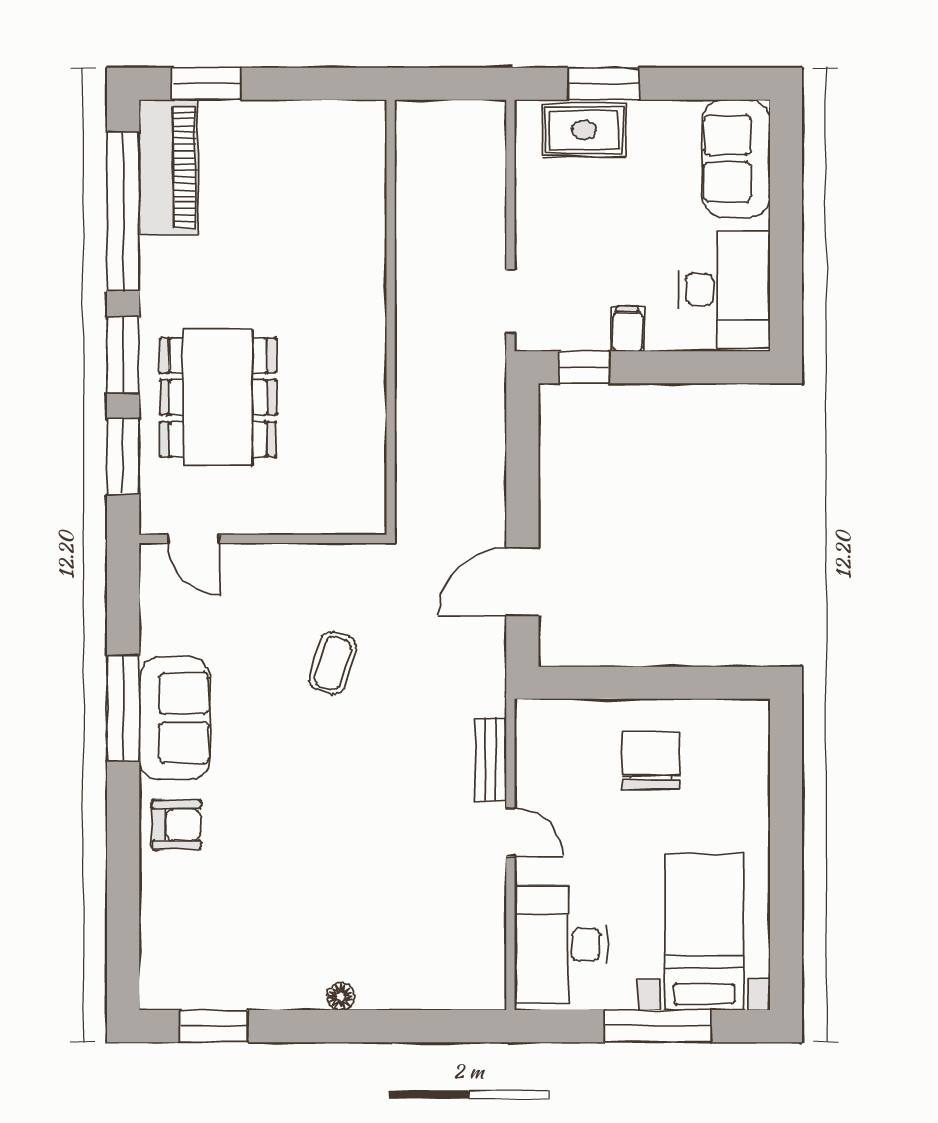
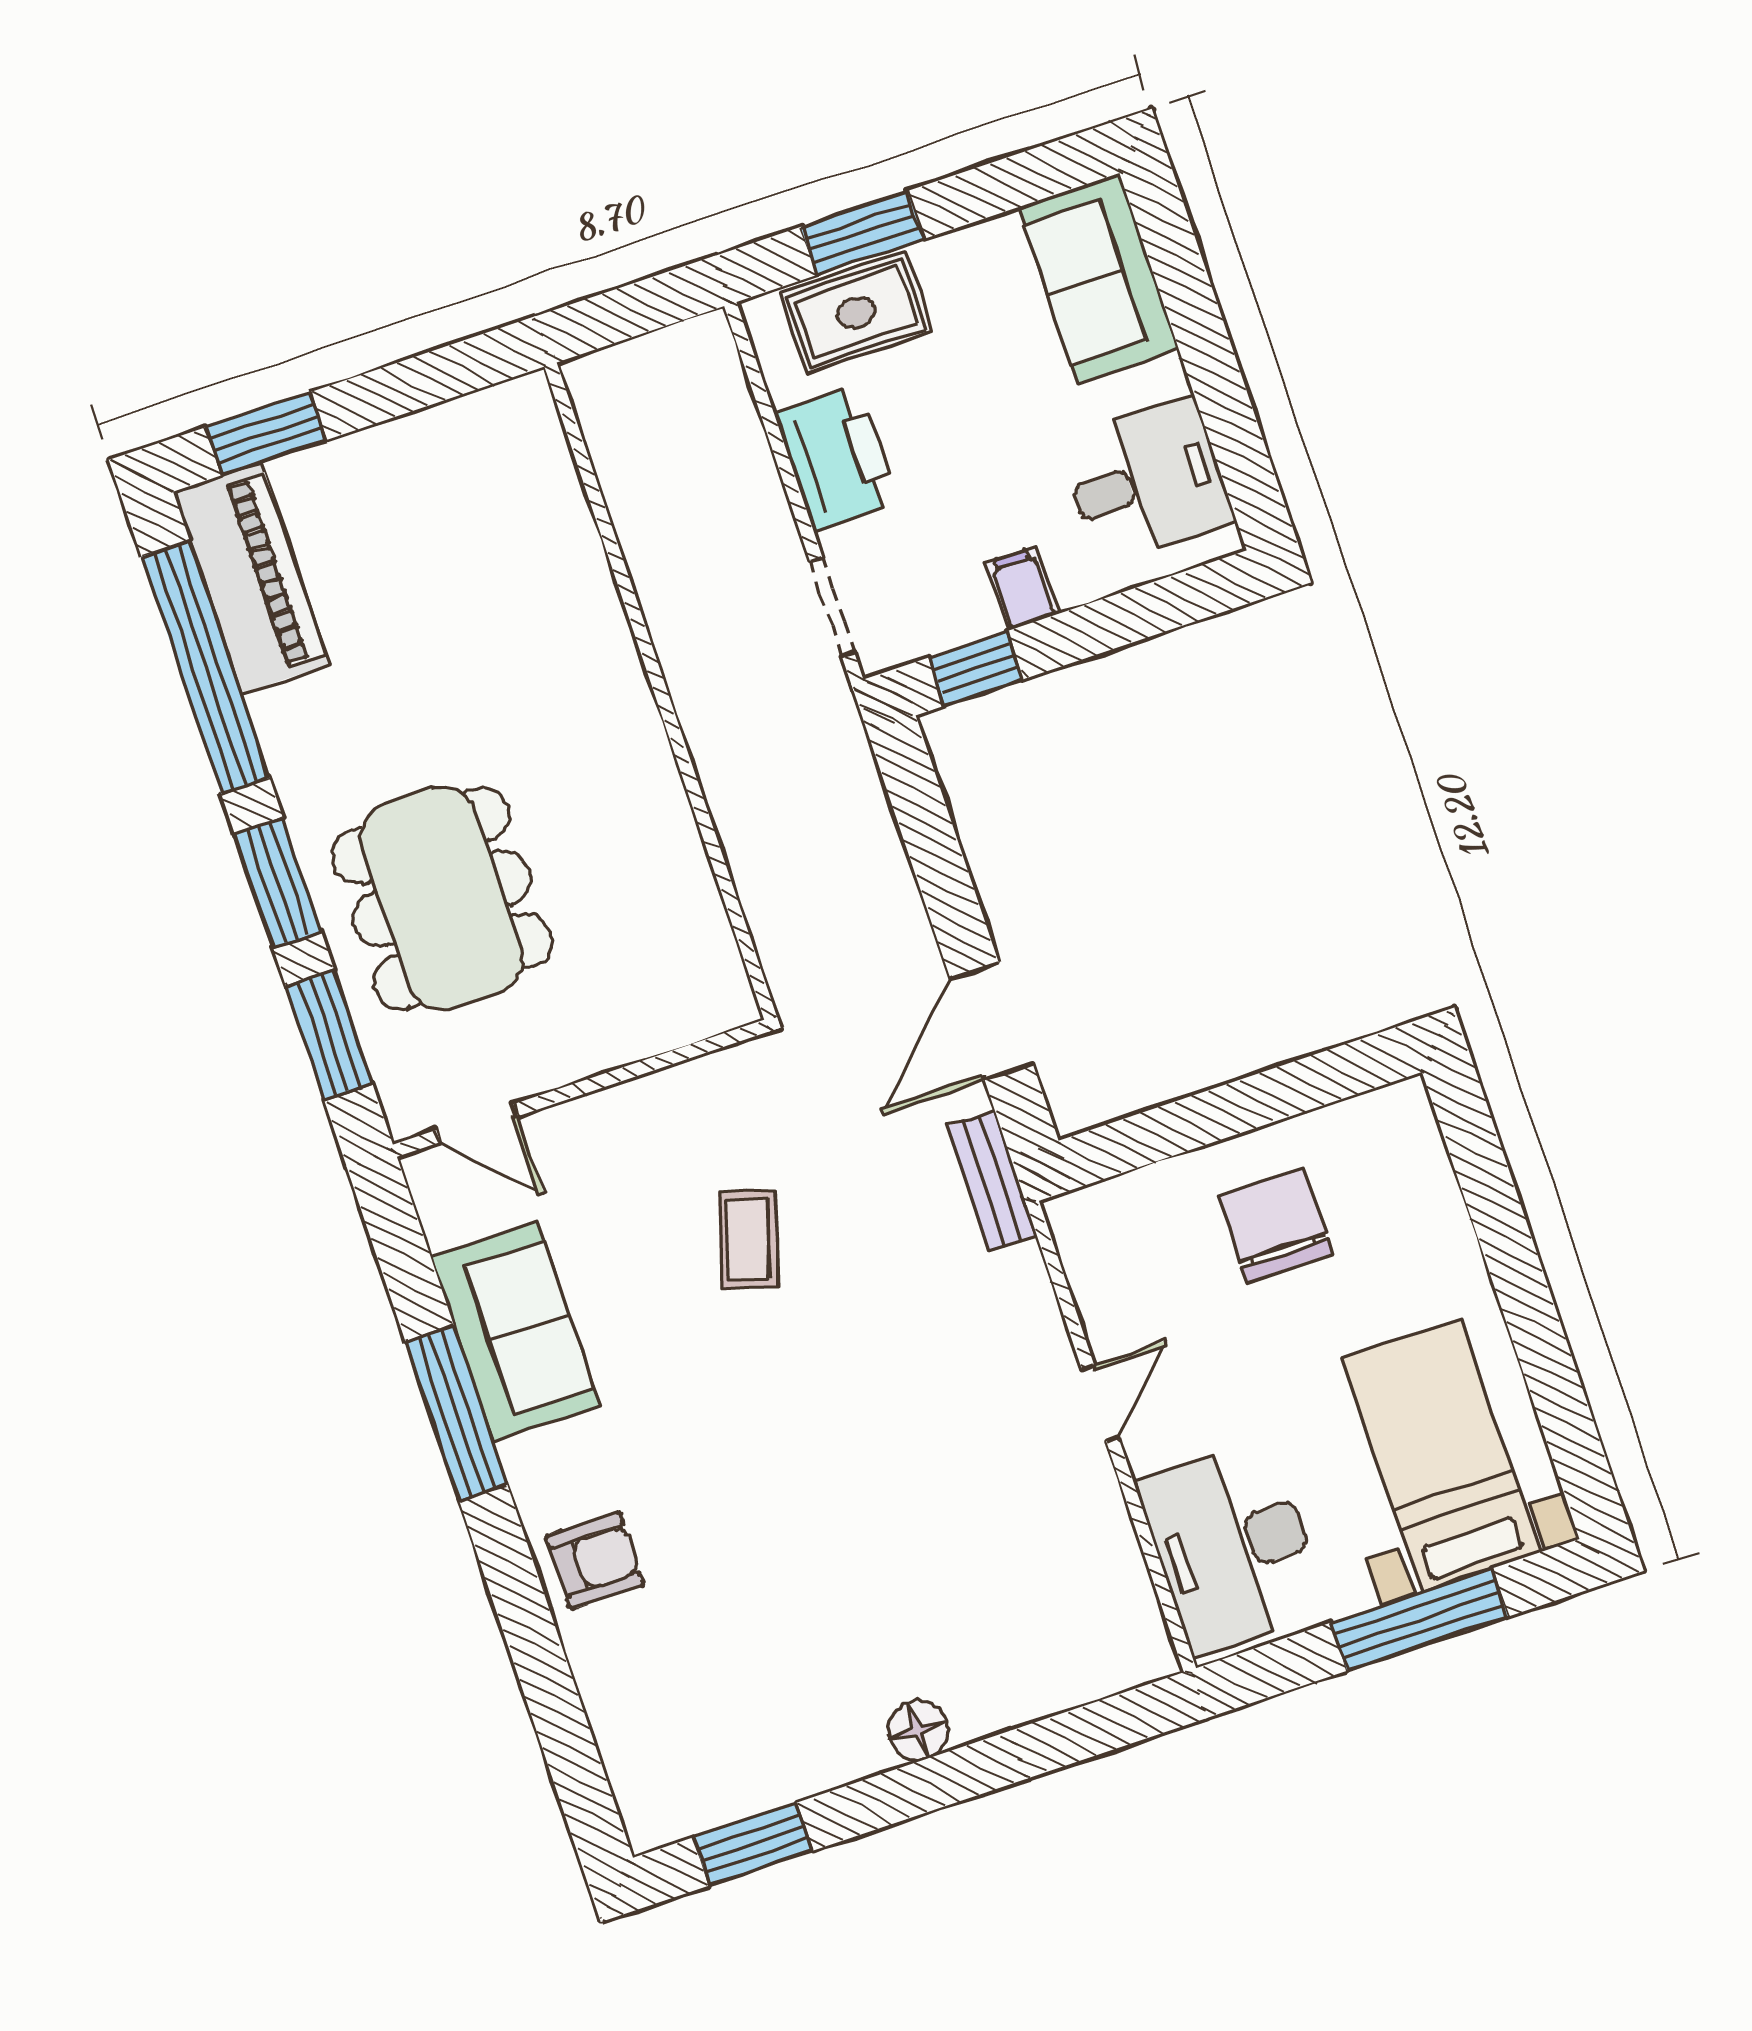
printer: (543, 213) -> (836, 458), added
desk: (724, 289) -> (1147, 481), width x0.73
sofa: (175, 718) -> (515, 1332), moved
bench: (491, 760) -> (992, 1180), moved
door: (510, 832) -> (1100, 1403), hinge flipped
floor lamp: (341, 996) -> (918, 1730), width x1.37, depth x1.37

